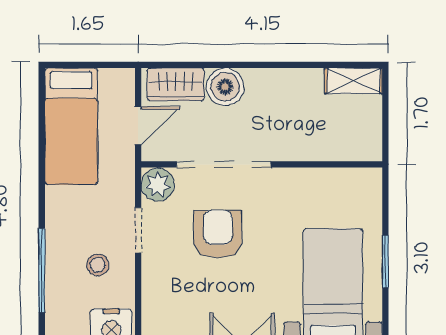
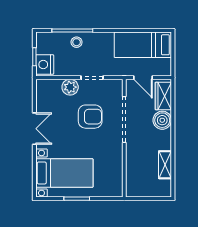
shelving: (354, 81) -> (165, 165), moved
plant: (158, 185) -> (70, 87), moved
stool: (98, 265) -> (77, 42), moved

